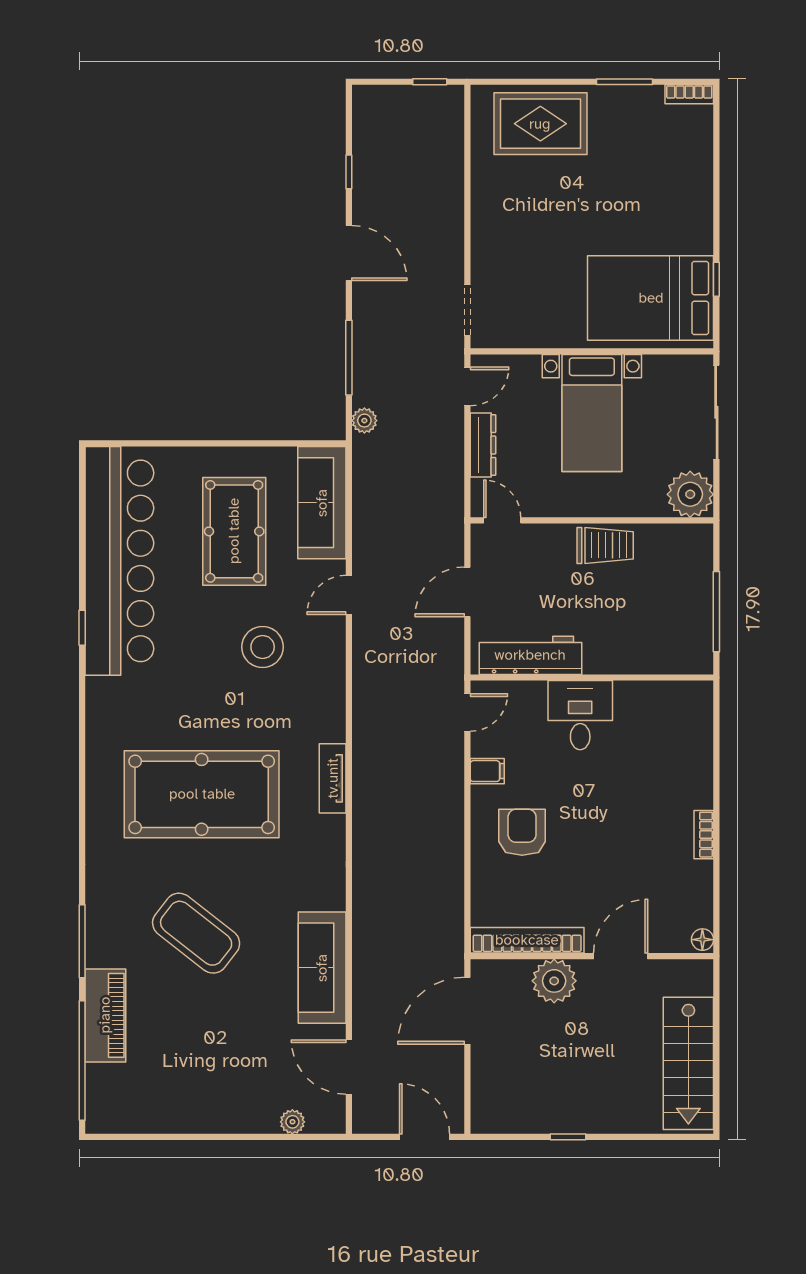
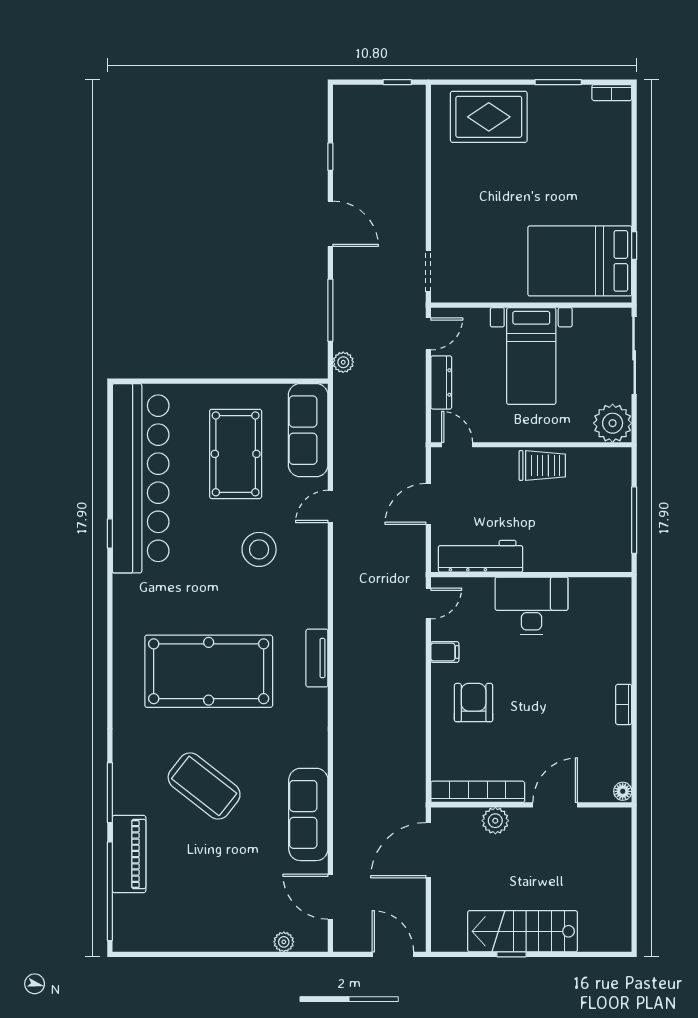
desk: (580, 715) -> (532, 606), width x1.37
plant: (554, 981) -> (495, 821), width x0.73, depth x0.73
stairs: (688, 1063) -> (523, 931), moved, turned 90

